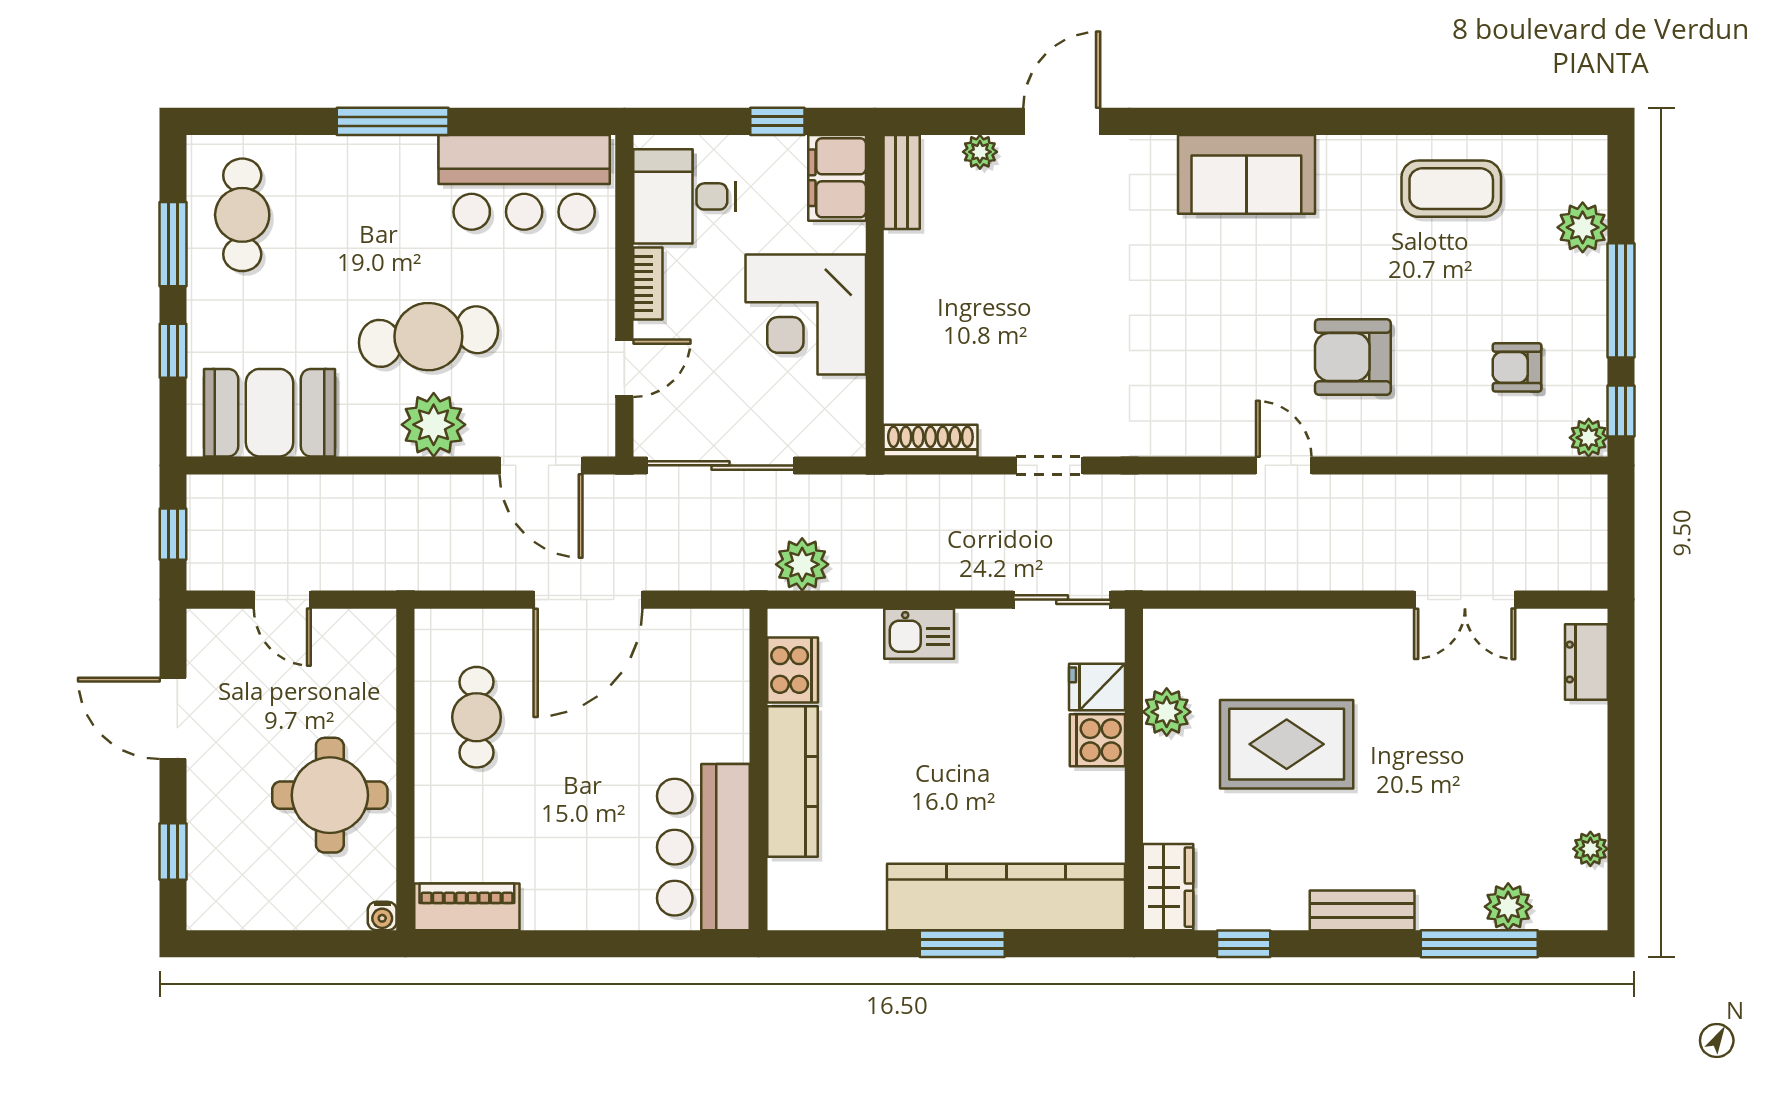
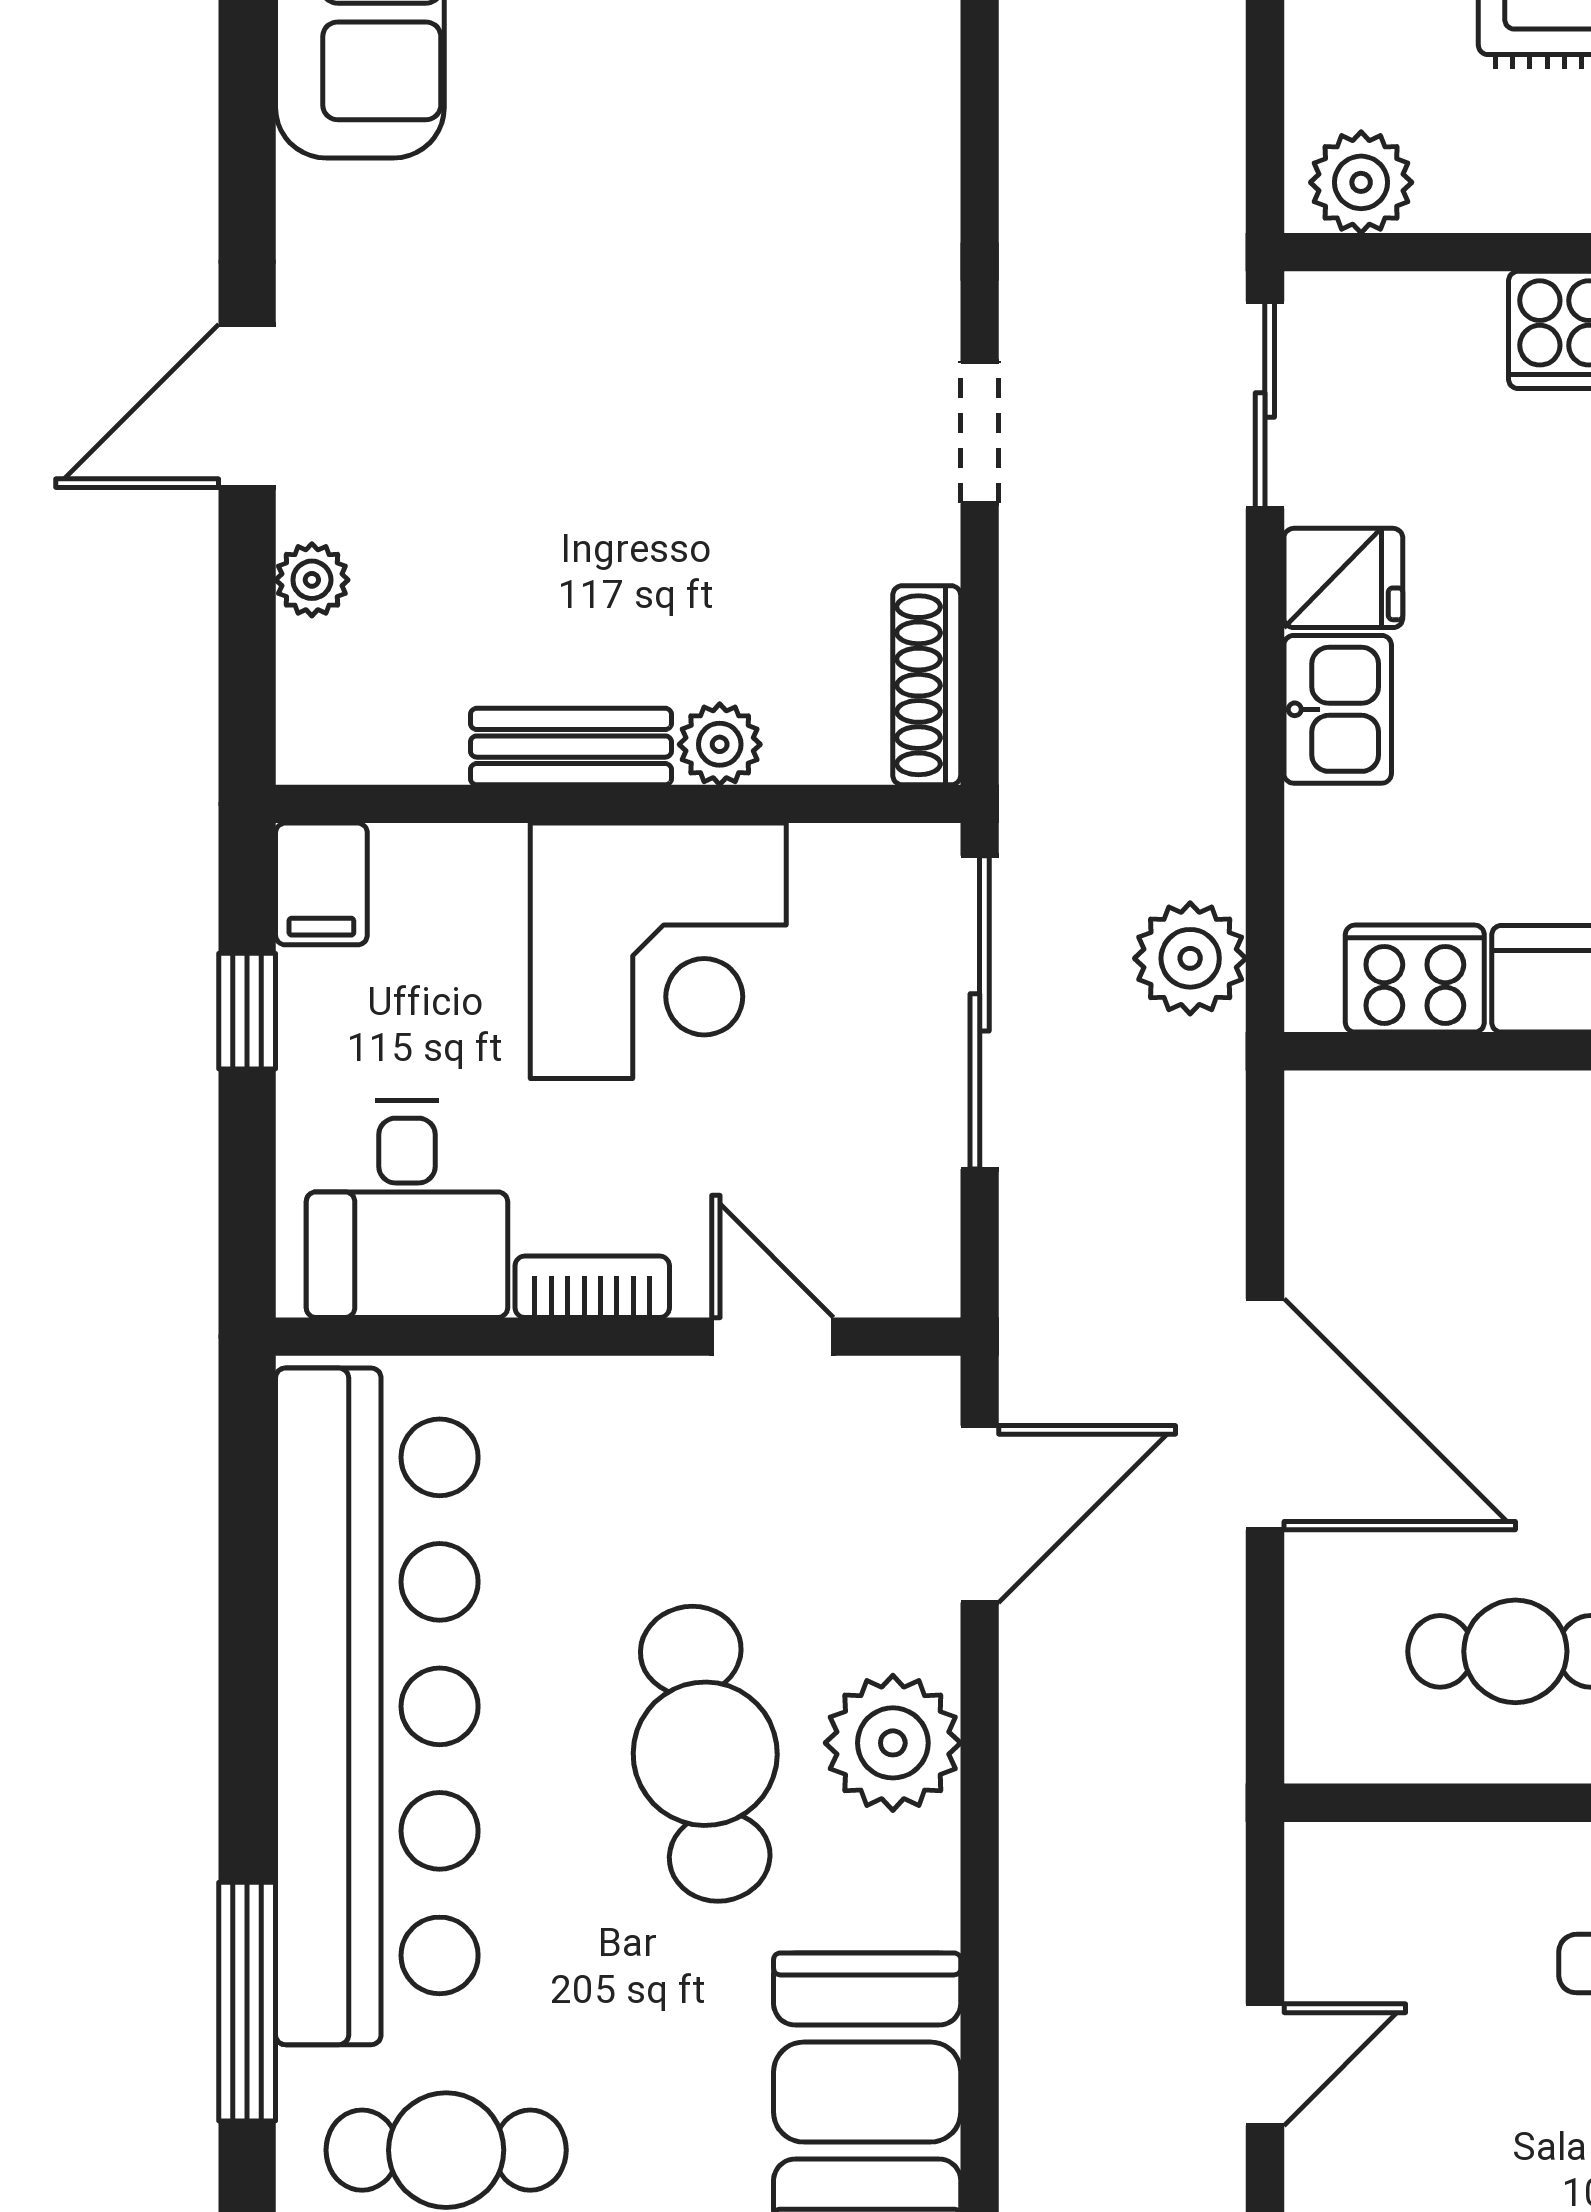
window: (393, 121) -> (247, 2002), moved
door: (1062, 121) -> (247, 406), hinge flipped
filing cabinet: (837, 178) -> (321, 884), width x0.50
bar counter: (524, 182) -> (377, 1706), width x1.86
bench: (902, 182) -> (571, 747), moved
plant: (903, 343) -> (720, 744), added
sliding door: (721, 465) -> (980, 1012), moved
fridge: (1097, 687) -> (1343, 578), moved, turned -90
plant: (1167, 712) -> (1361, 182), moved

